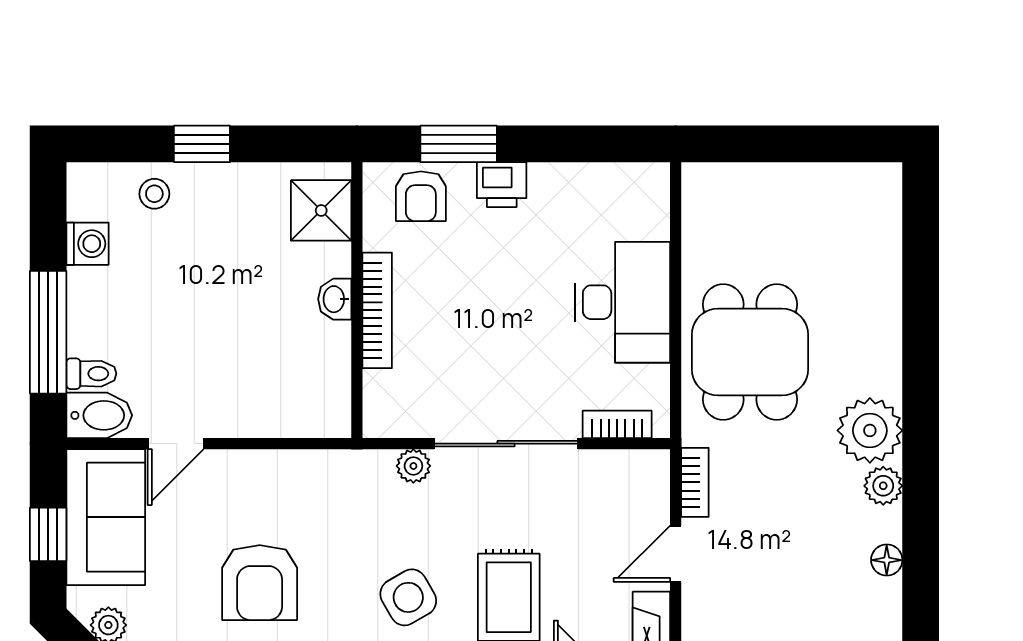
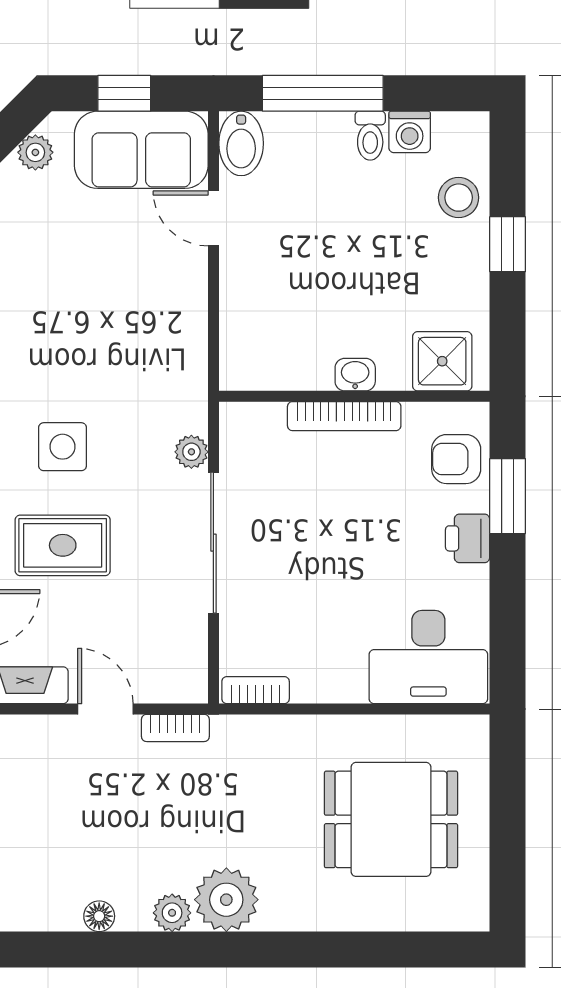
stool: (154, 194) -> (459, 198), width x1.37, depth x1.37
desk: (623, 302) -> (428, 657), moved
dining table: (750, 352) -> (391, 819), moved
toilet: (91, 374) -> (370, 136), moved
bookcase: (617, 424) -> (256, 690), moved, turned -90
armchair: (260, 583) -> (77, 301), removed
side table: (408, 597) -> (63, 447), turned 30

